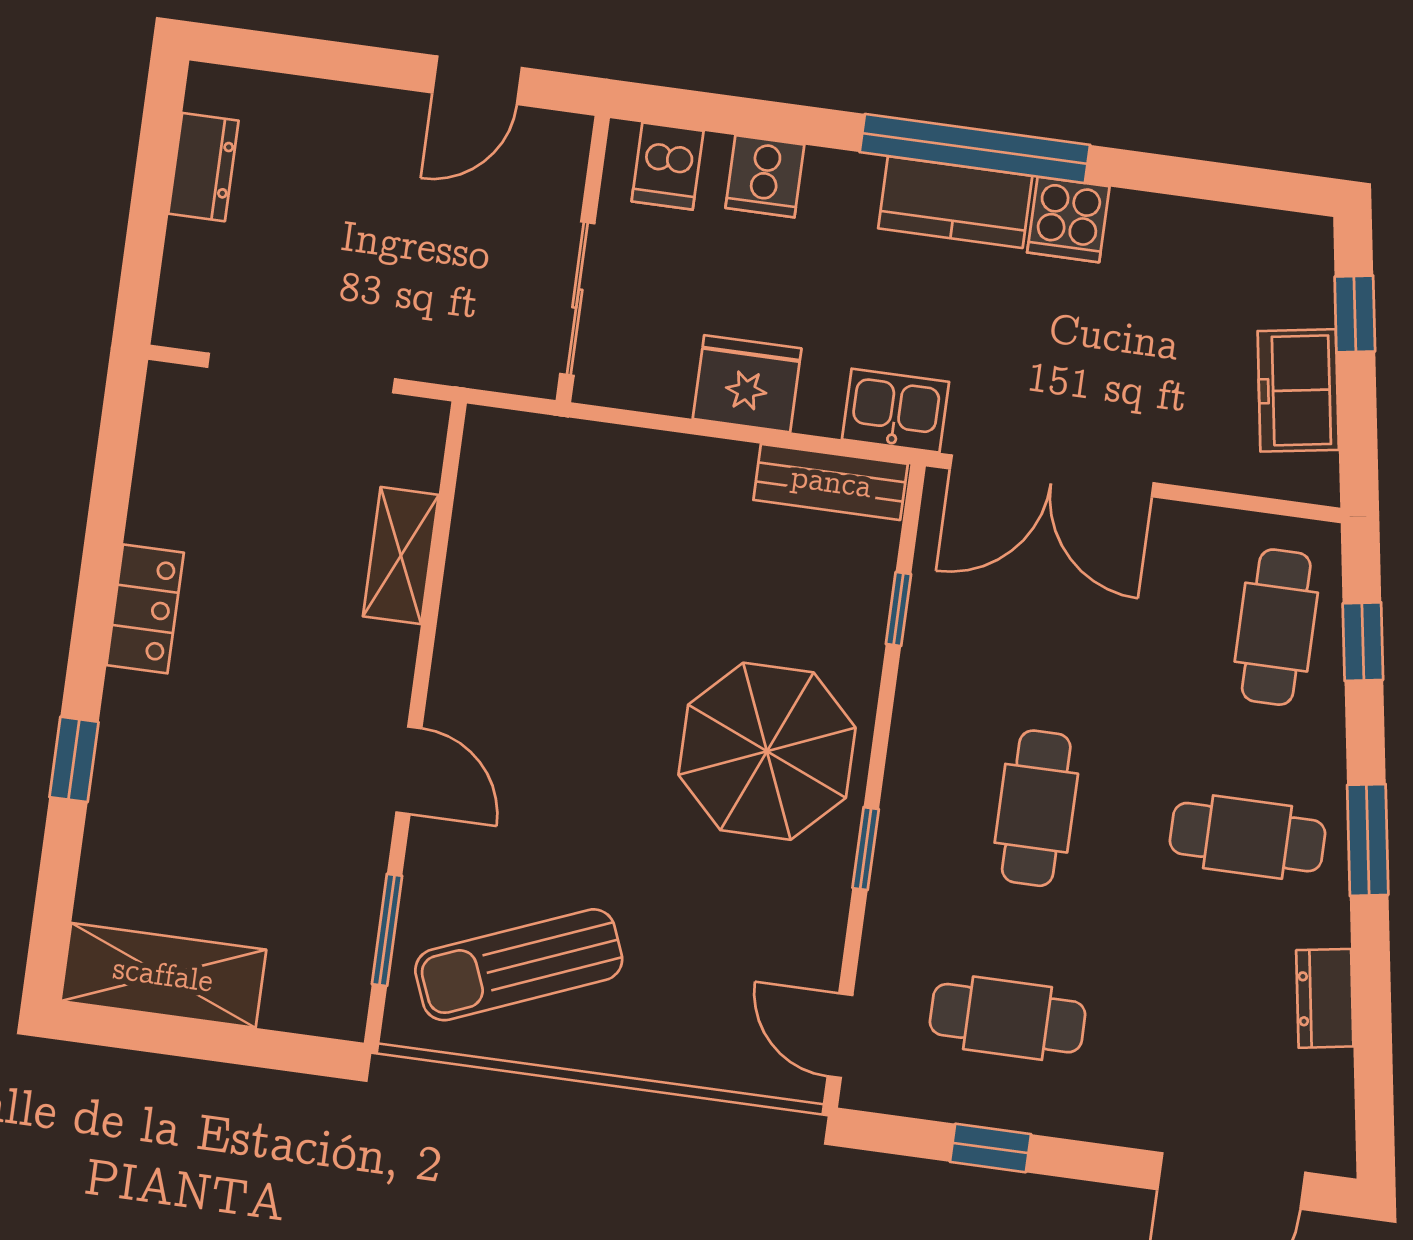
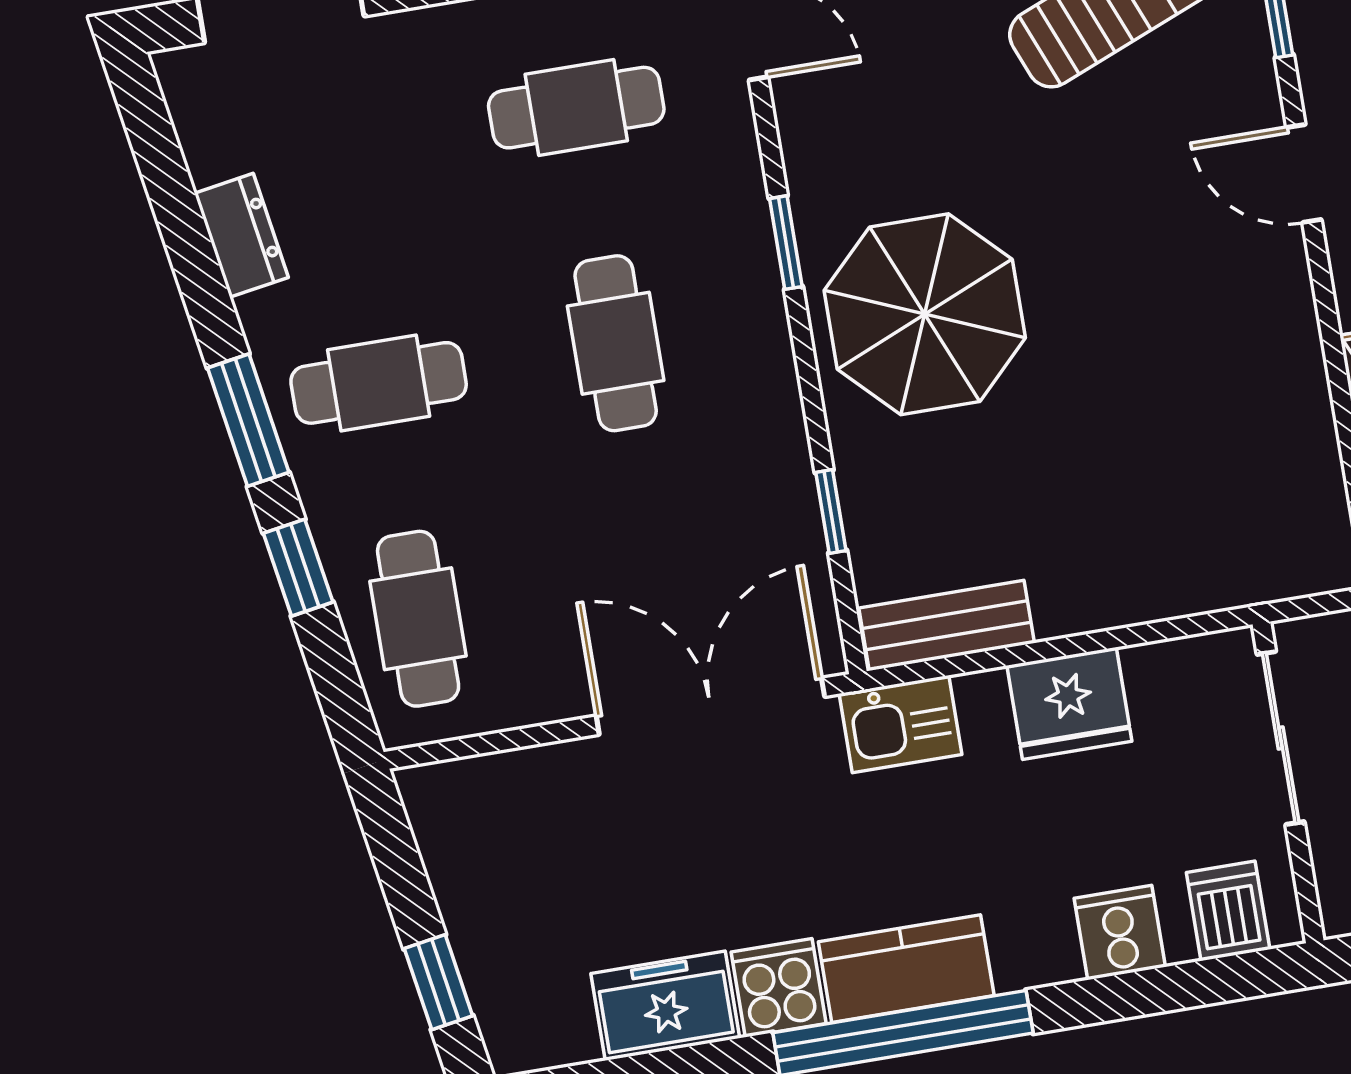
freezer: (1298, 390) -> (665, 1006), moved, turned -81
window: (1363, 642) -> (298, 568), moved

